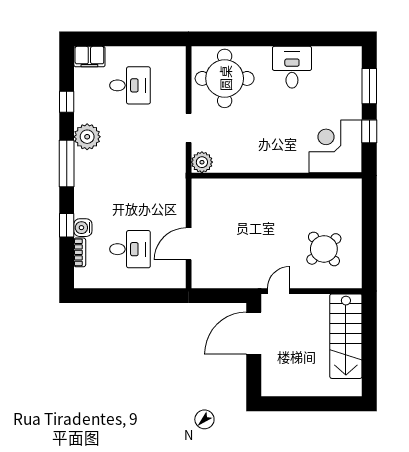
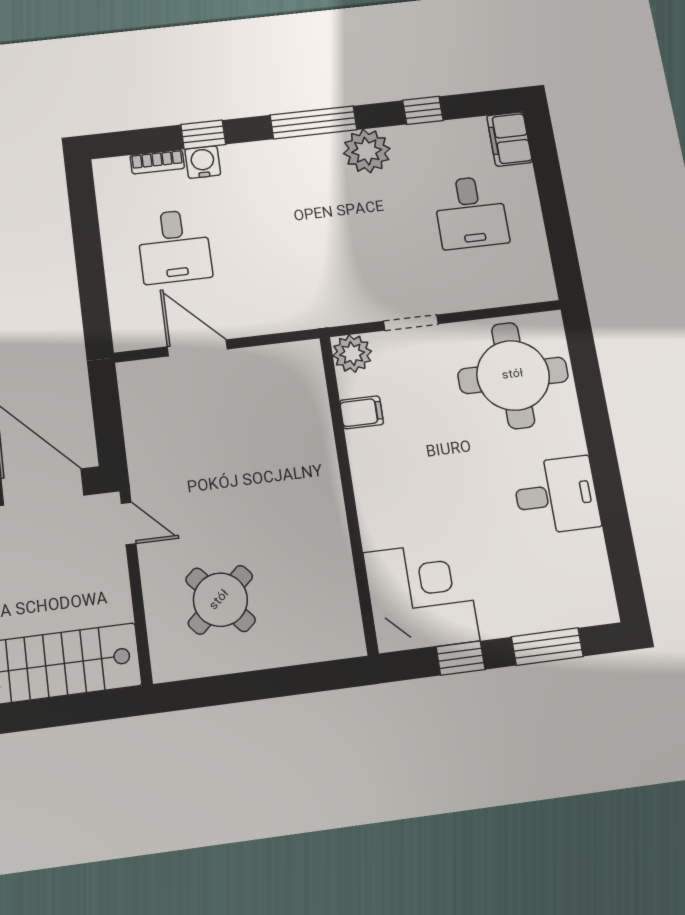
filing cabinet: (235, 162) -> (362, 412), added

